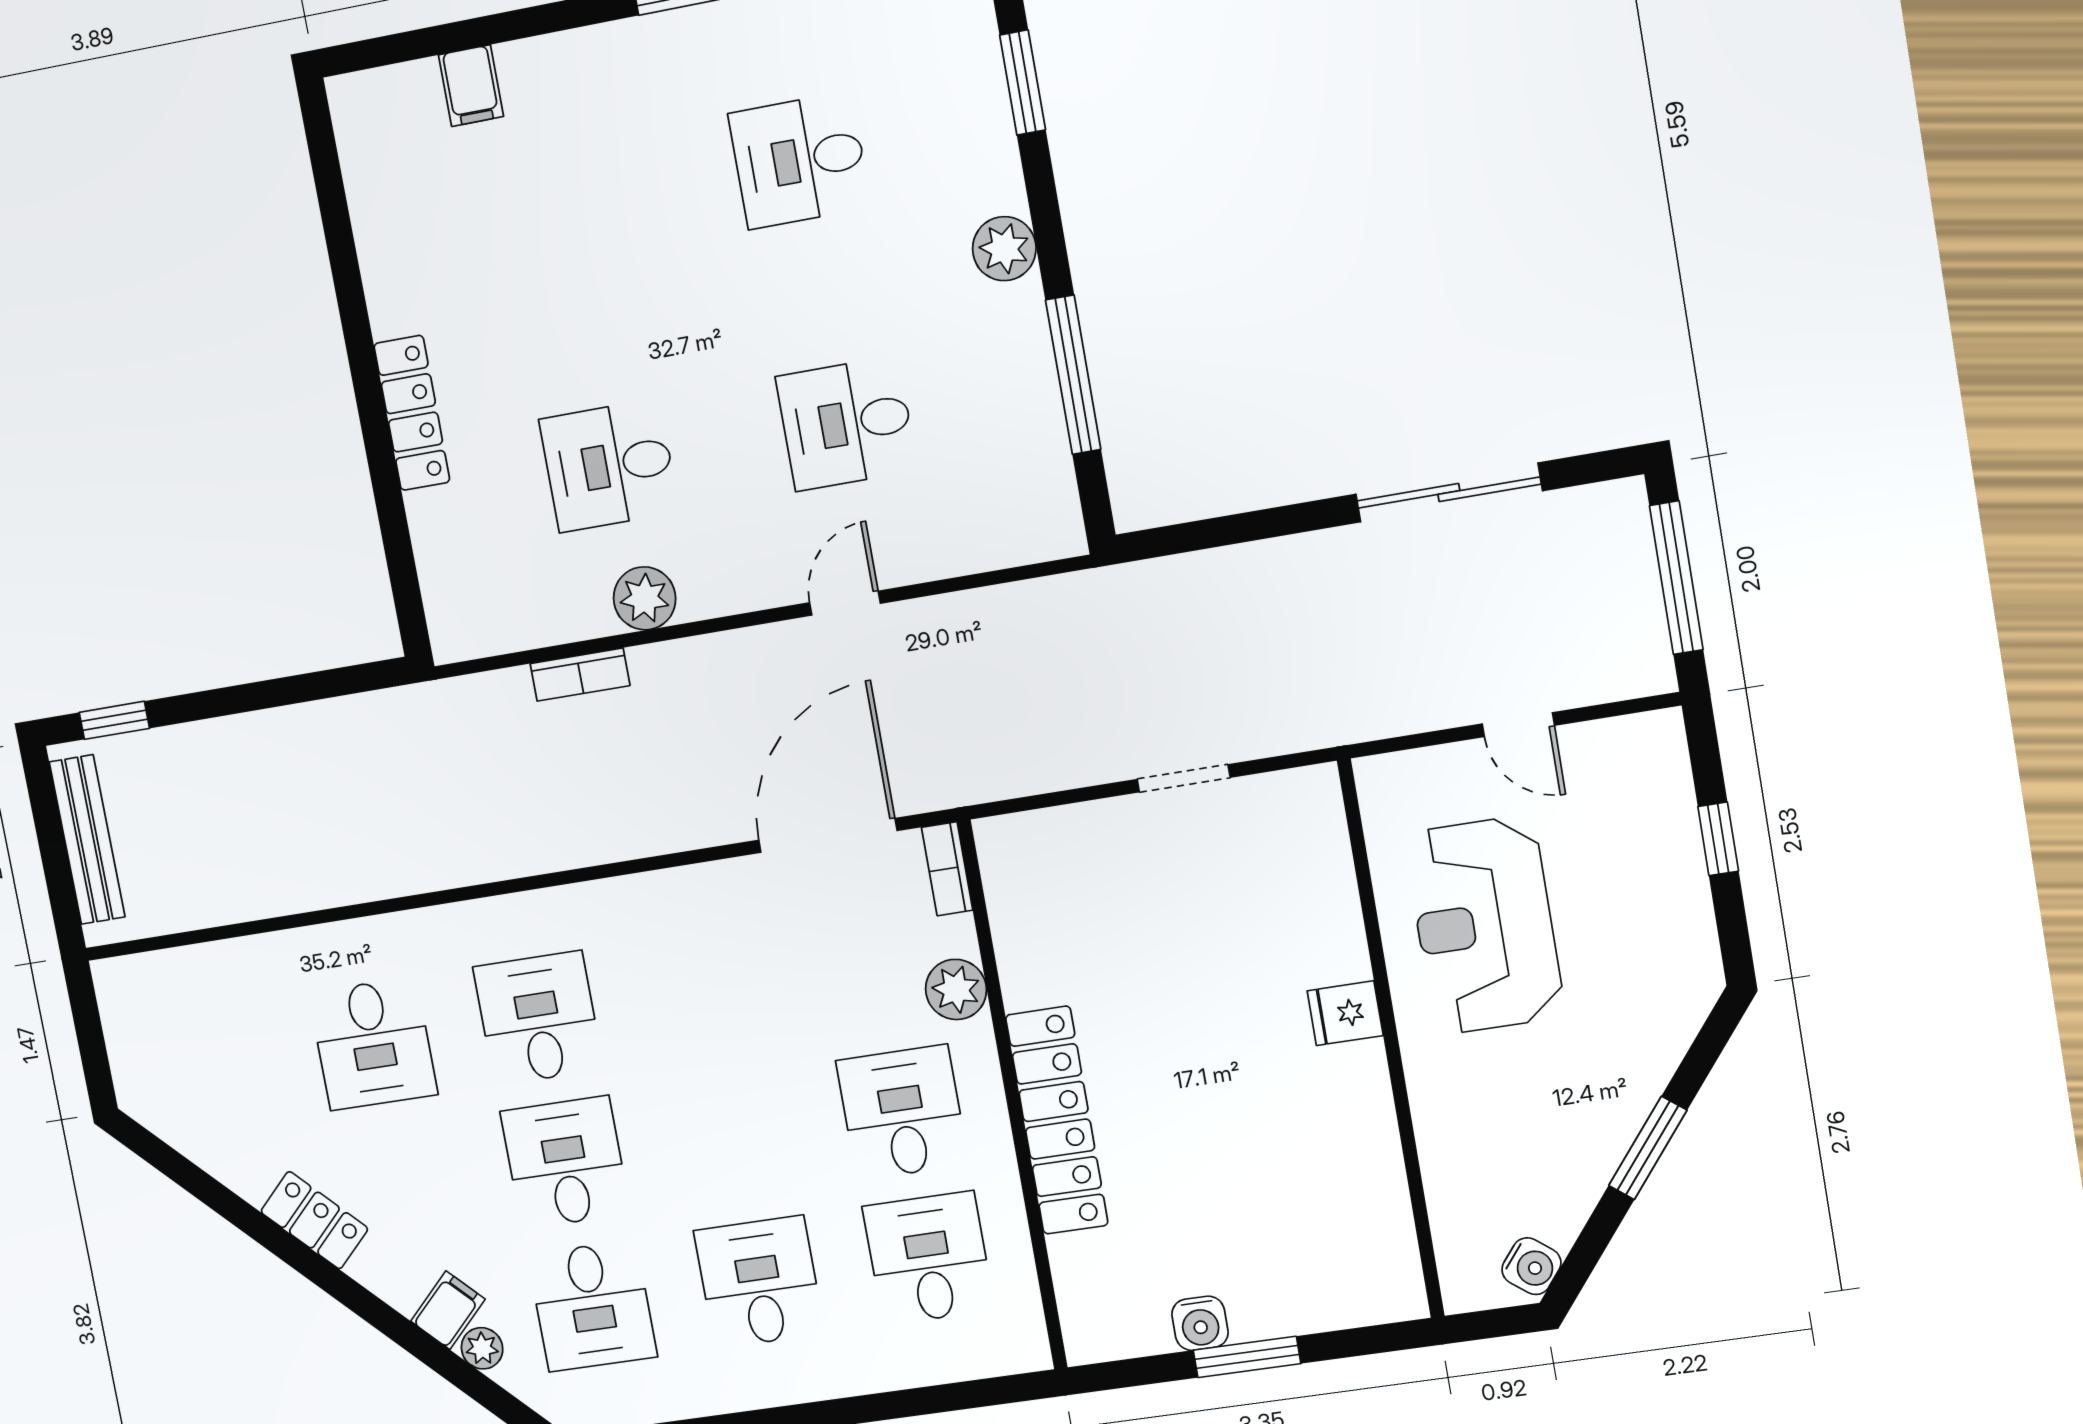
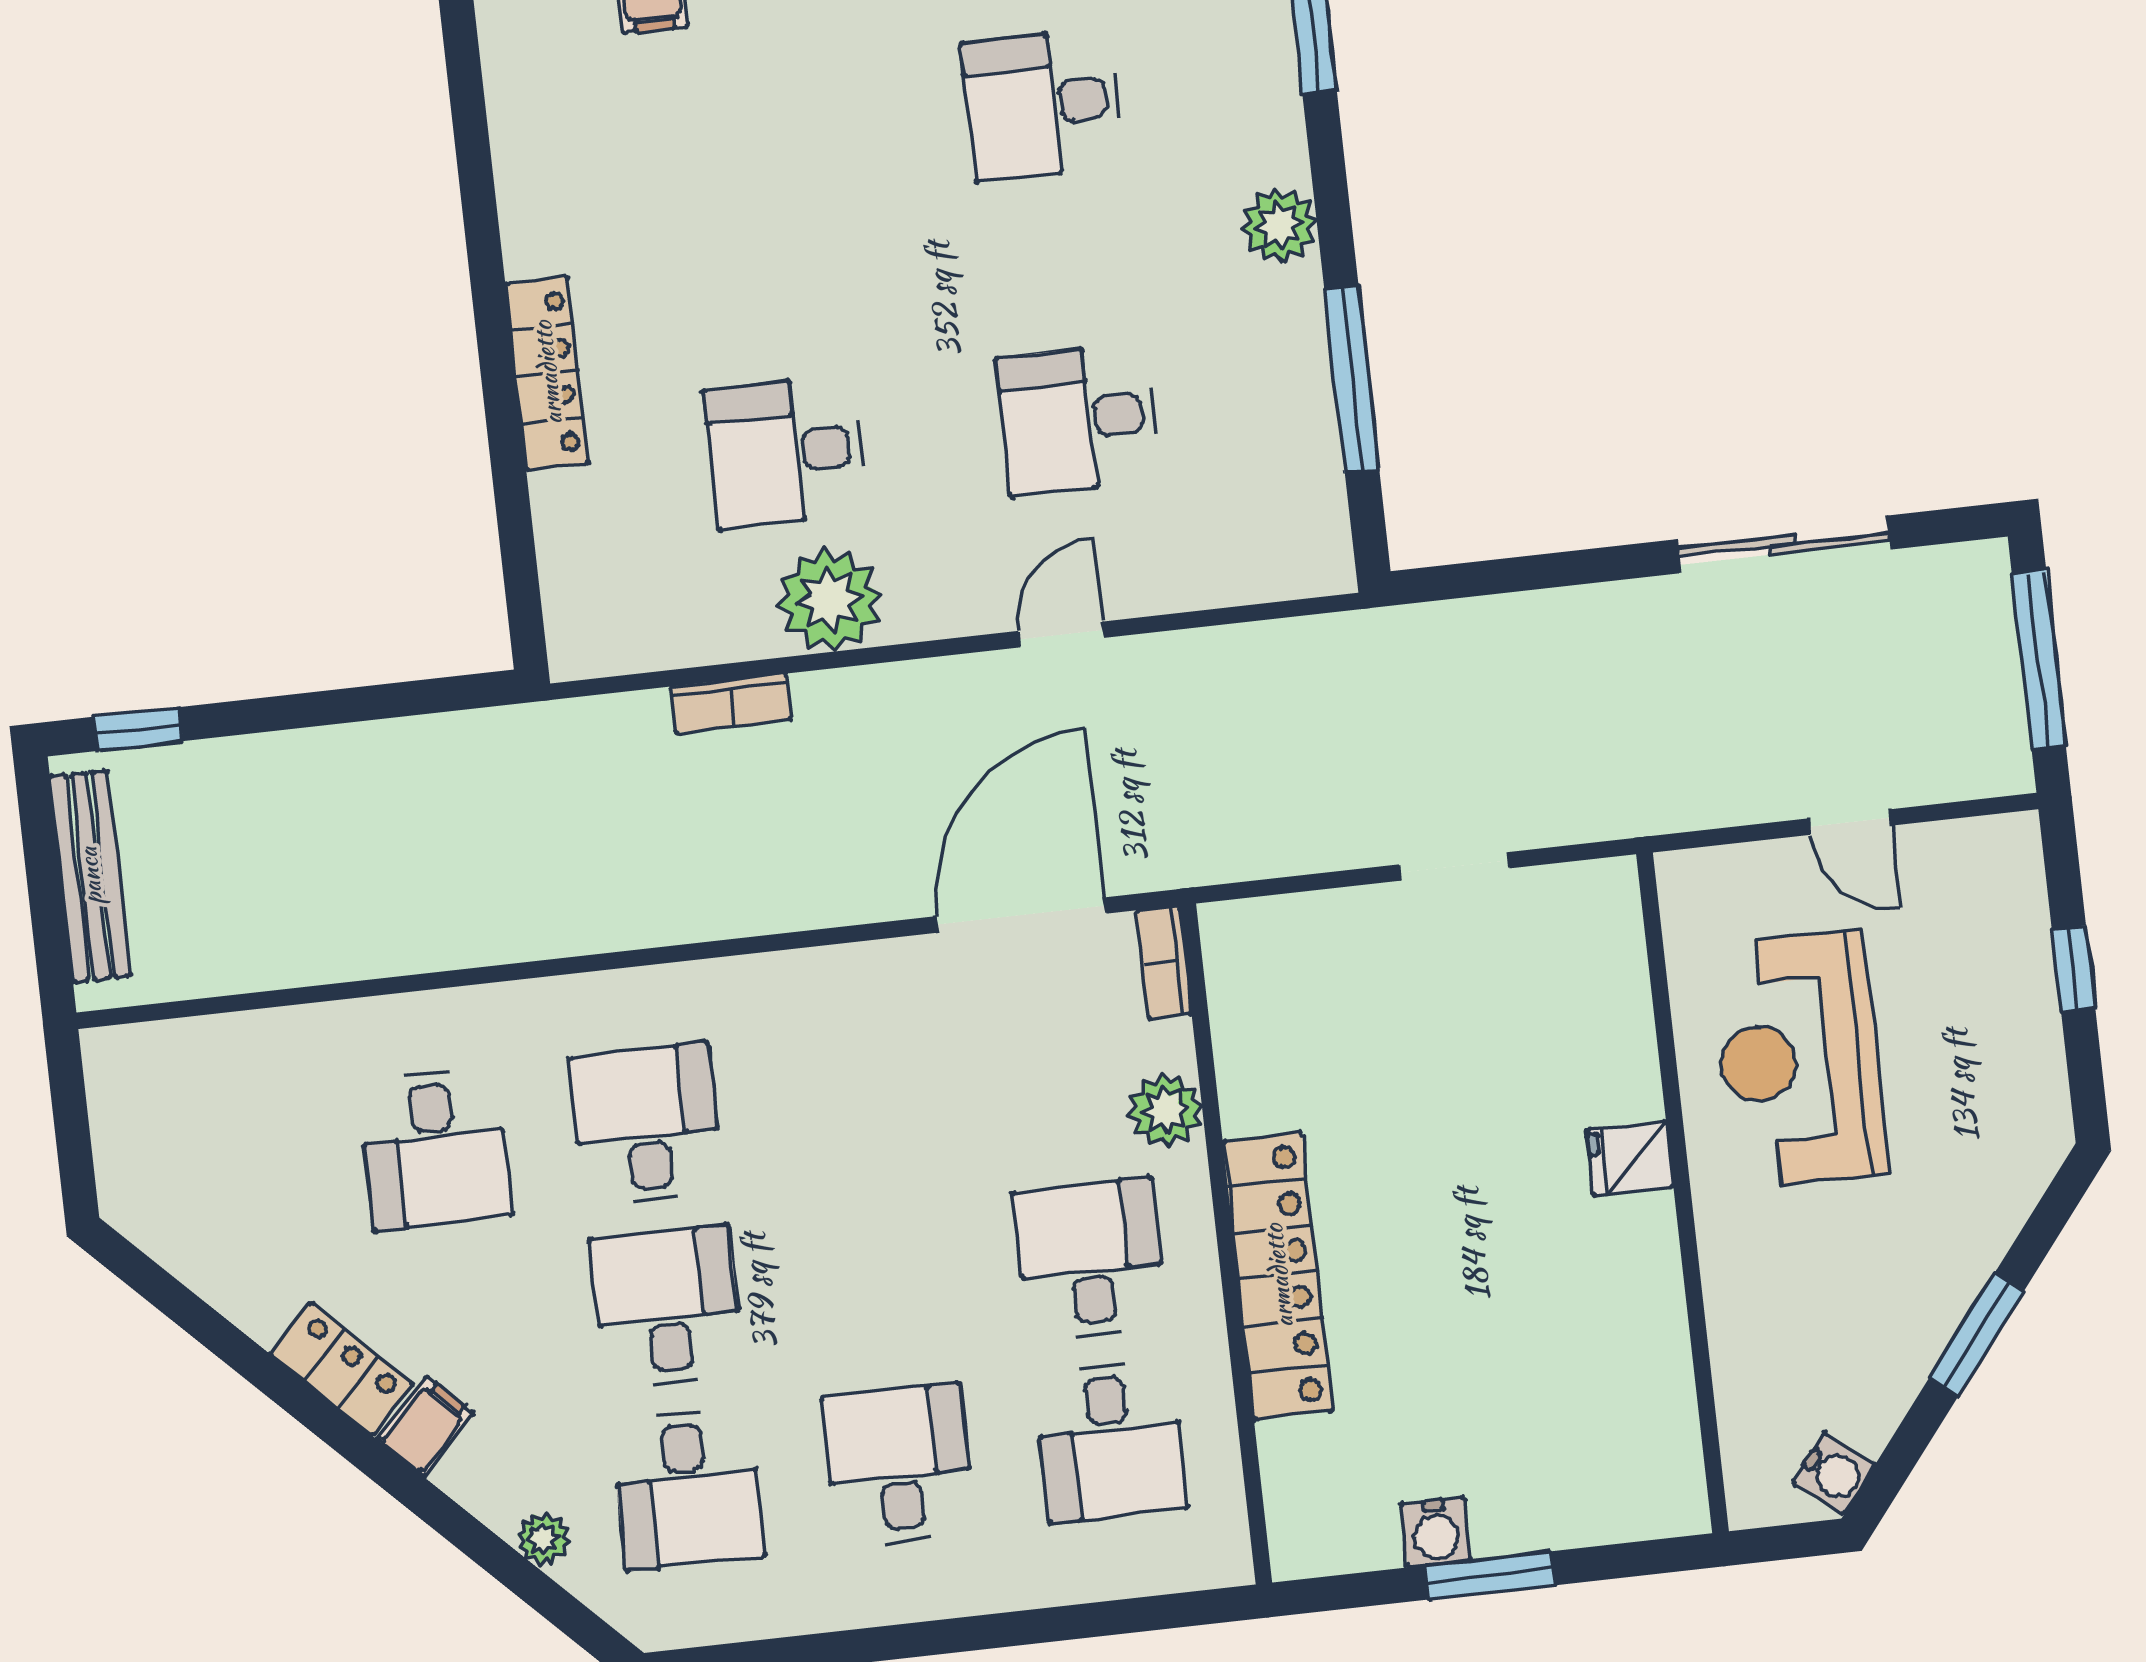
plant: (645, 598) -> (830, 600), width x1.36, depth x1.36
desk: (928, 1258) -> (1110, 1441), turned 180
filing cabinet: (448, 1310) -> (425, 1427), moved

